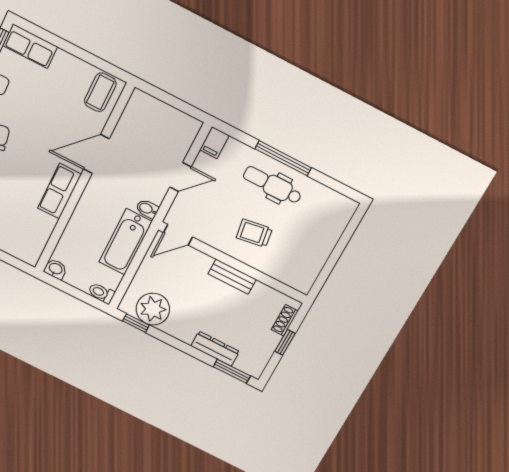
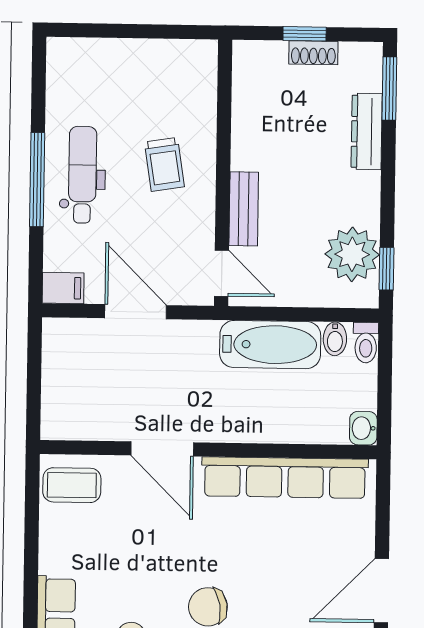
door: (181, 177) -> (136, 312), width x1.38
dental chair: (272, 185) -> (82, 175), turned 180
row of seats: (59, 191) -> (285, 478), width x2.02
bidet: (147, 209) -> (335, 339), moved
bench: (232, 277) -> (244, 209), moved
shoe rack: (285, 320) -> (313, 53), moved

